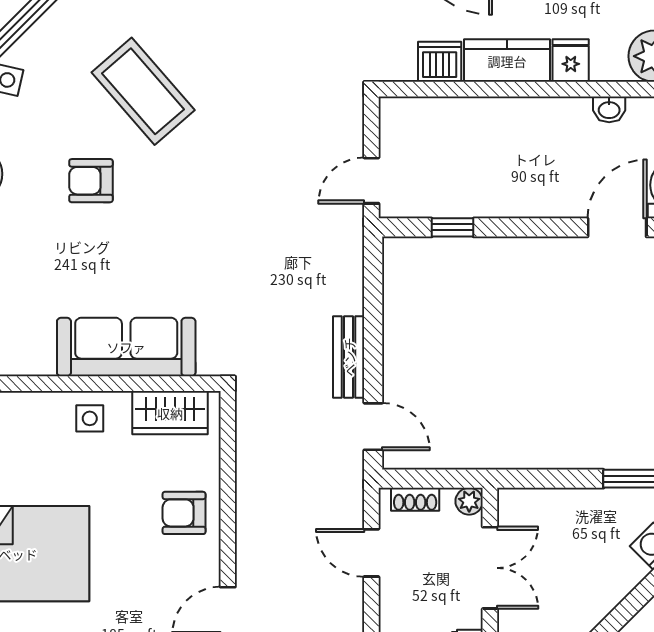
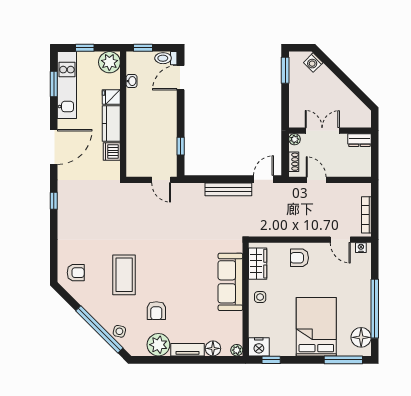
coffee table: (143, 91) -> (124, 275), turned -49
armchair: (91, 181) -> (156, 311), moved
door: (617, 227) -> (181, 78), hinge flipped
bench: (349, 357) -> (228, 189), width x1.36
armchair: (184, 513) -> (299, 258), turned 90
door: (371, 553) -> (316, 180), swing flipped

